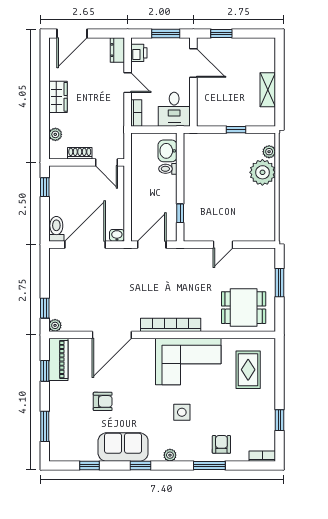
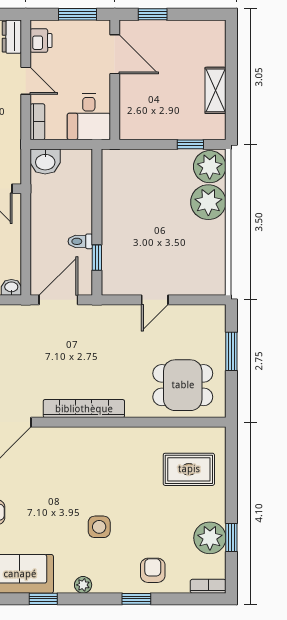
window: (236, 130) -> (190, 144), moved
washbasin: (168, 151) -> (45, 161), moved, turned -90
plant: (269, 152) -> (210, 167), width x1.88, depth x1.88
toilet: (168, 169) -> (80, 241), moved
corner sofa: (188, 362) -> (108, 458), removed
rug: (248, 370) -> (189, 469), turned 90
plant: (264, 420) -> (210, 538), added
window: (209, 466) -> (136, 599), width x0.67

